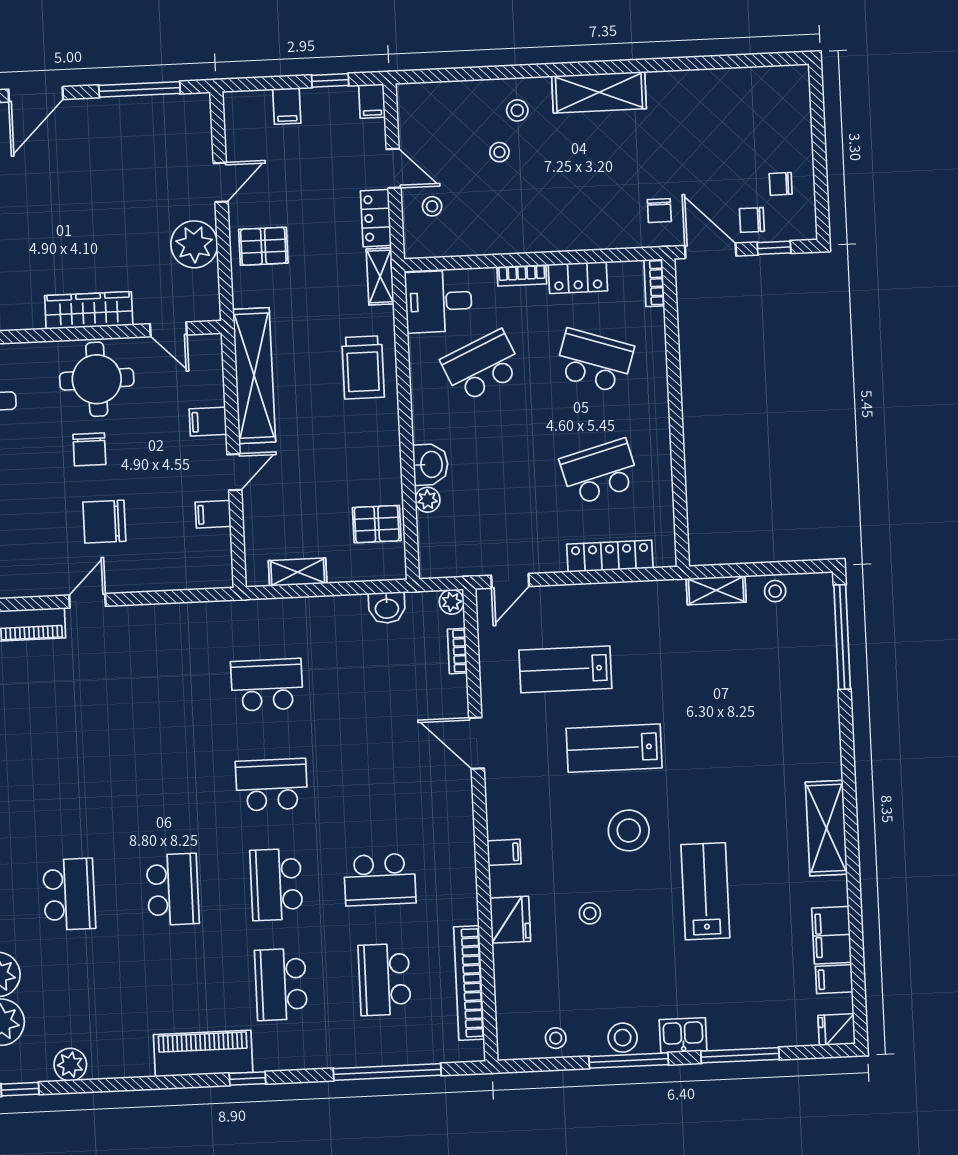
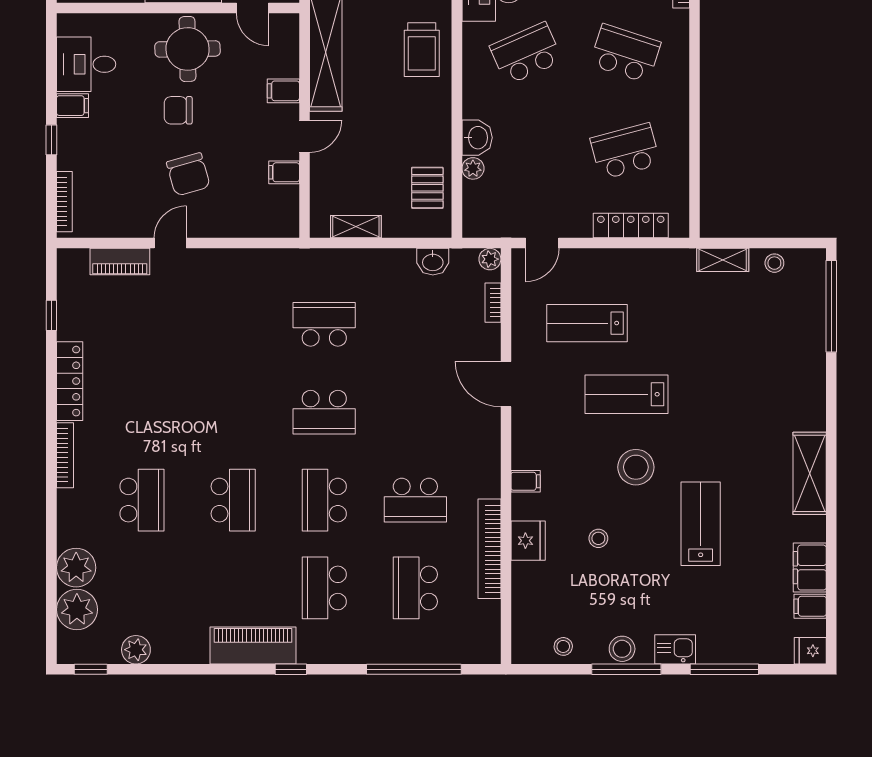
chair: (89, 449) -> (178, 110), turned 90
chair: (104, 522) -> (188, 174), turned -106
pallet: (377, 524) -> (427, 188), turned 90
school desk: (272, 785) -> (324, 412), turned 180
bookcase: (469, 983) -> (489, 549), moved

